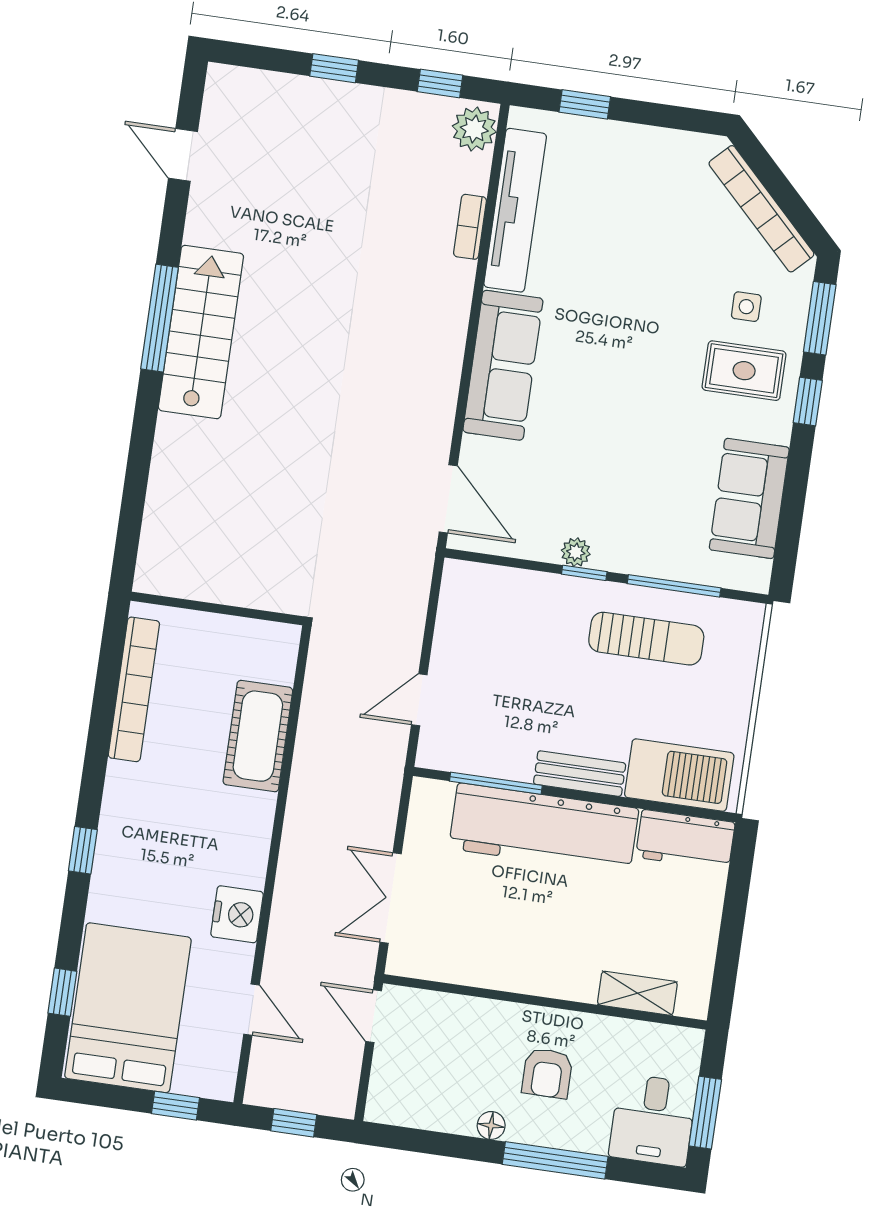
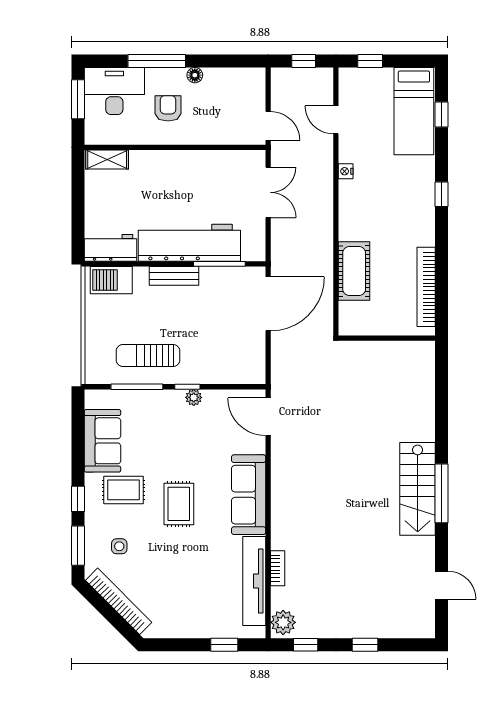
rug: (630, 367) -> (179, 504), added
rug: (744, 371) -> (124, 490), moved
door: (419, 700) -> (268, 304), width x1.87
barbecue: (679, 775) -> (111, 280), width x0.73, depth x0.83
nightstand: (237, 914) -> (346, 171), width x0.53, depth x0.56
shelving: (637, 993) -> (107, 160), moved
bed: (128, 1008) -> (414, 111), width x0.67
desk: (653, 1120) -> (114, 91), width x1.37

